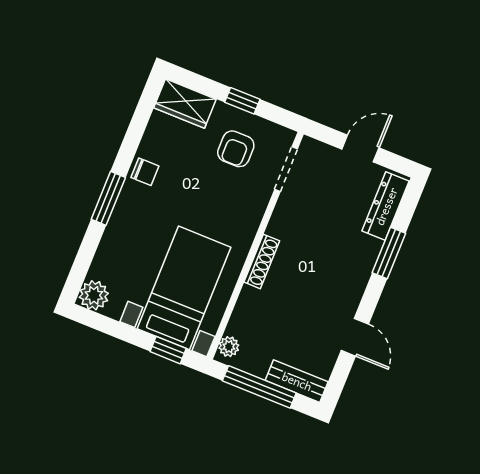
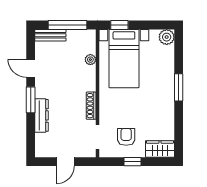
chair: (145, 172) -> (166, 108), removed
dresser: (386, 206) -> (42, 115), moved
window: (389, 253) -> (31, 100), moved
shoe rack: (262, 261) -> (91, 106), moved
plant: (229, 347) -> (90, 60), moved

